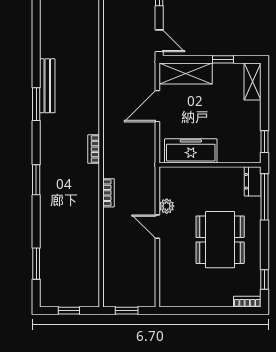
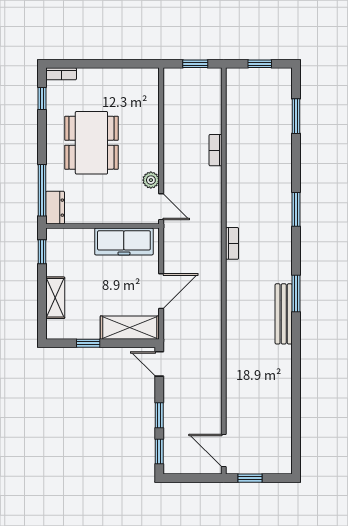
shelving: (253, 82) -> (55, 298), moved
bookcase: (109, 193) -> (215, 150), moved
door: (157, 227) -> (161, 207), moved

